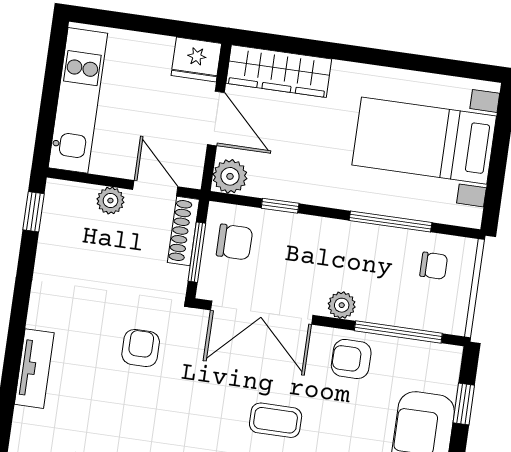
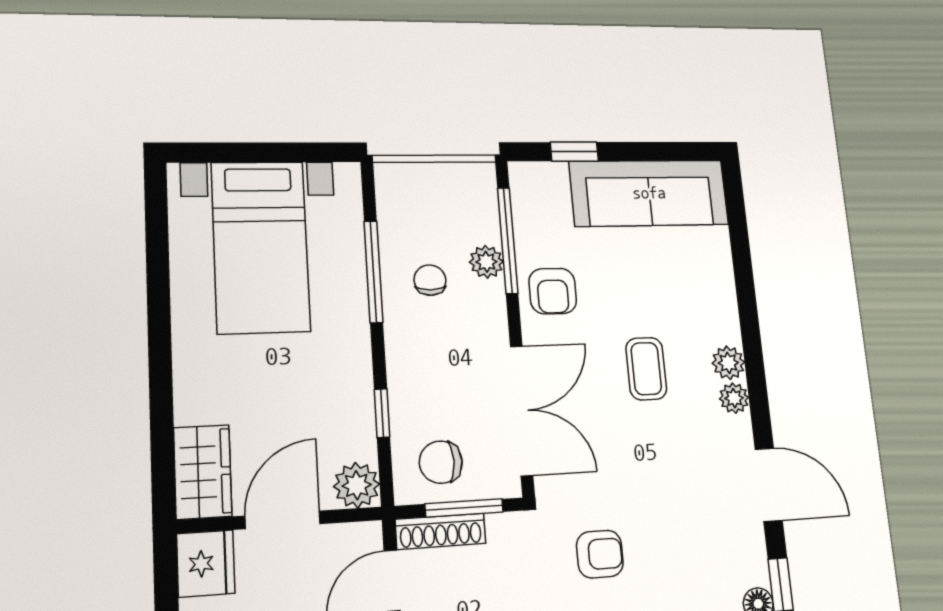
wardrobe: (279, 71) -> (203, 472), width x0.67
chair: (235, 242) -> (441, 462), turned -90
chair: (434, 266) -> (430, 280), moved
plant: (342, 305) -> (486, 262), moved
armchair: (141, 348) -> (600, 554), turned 180

